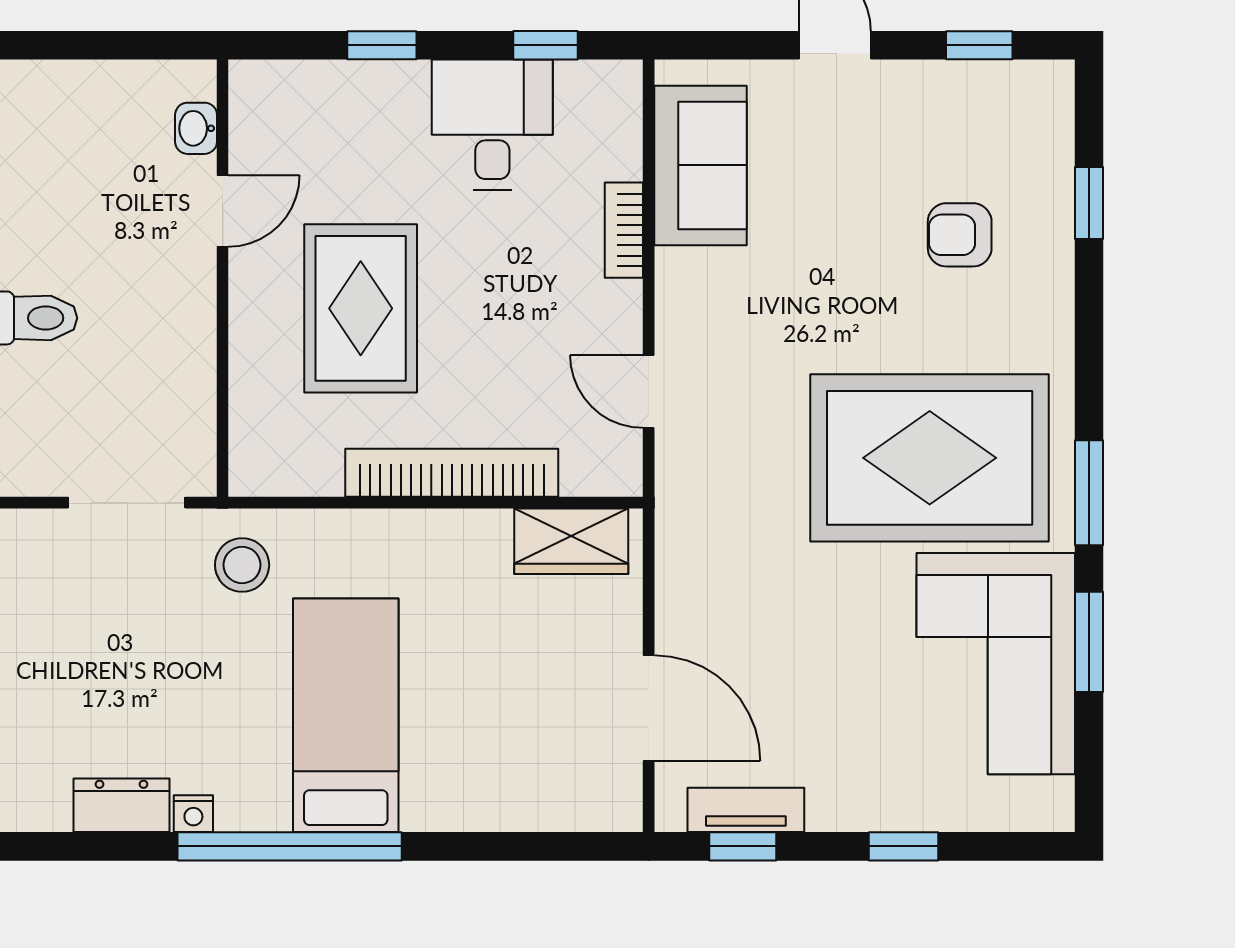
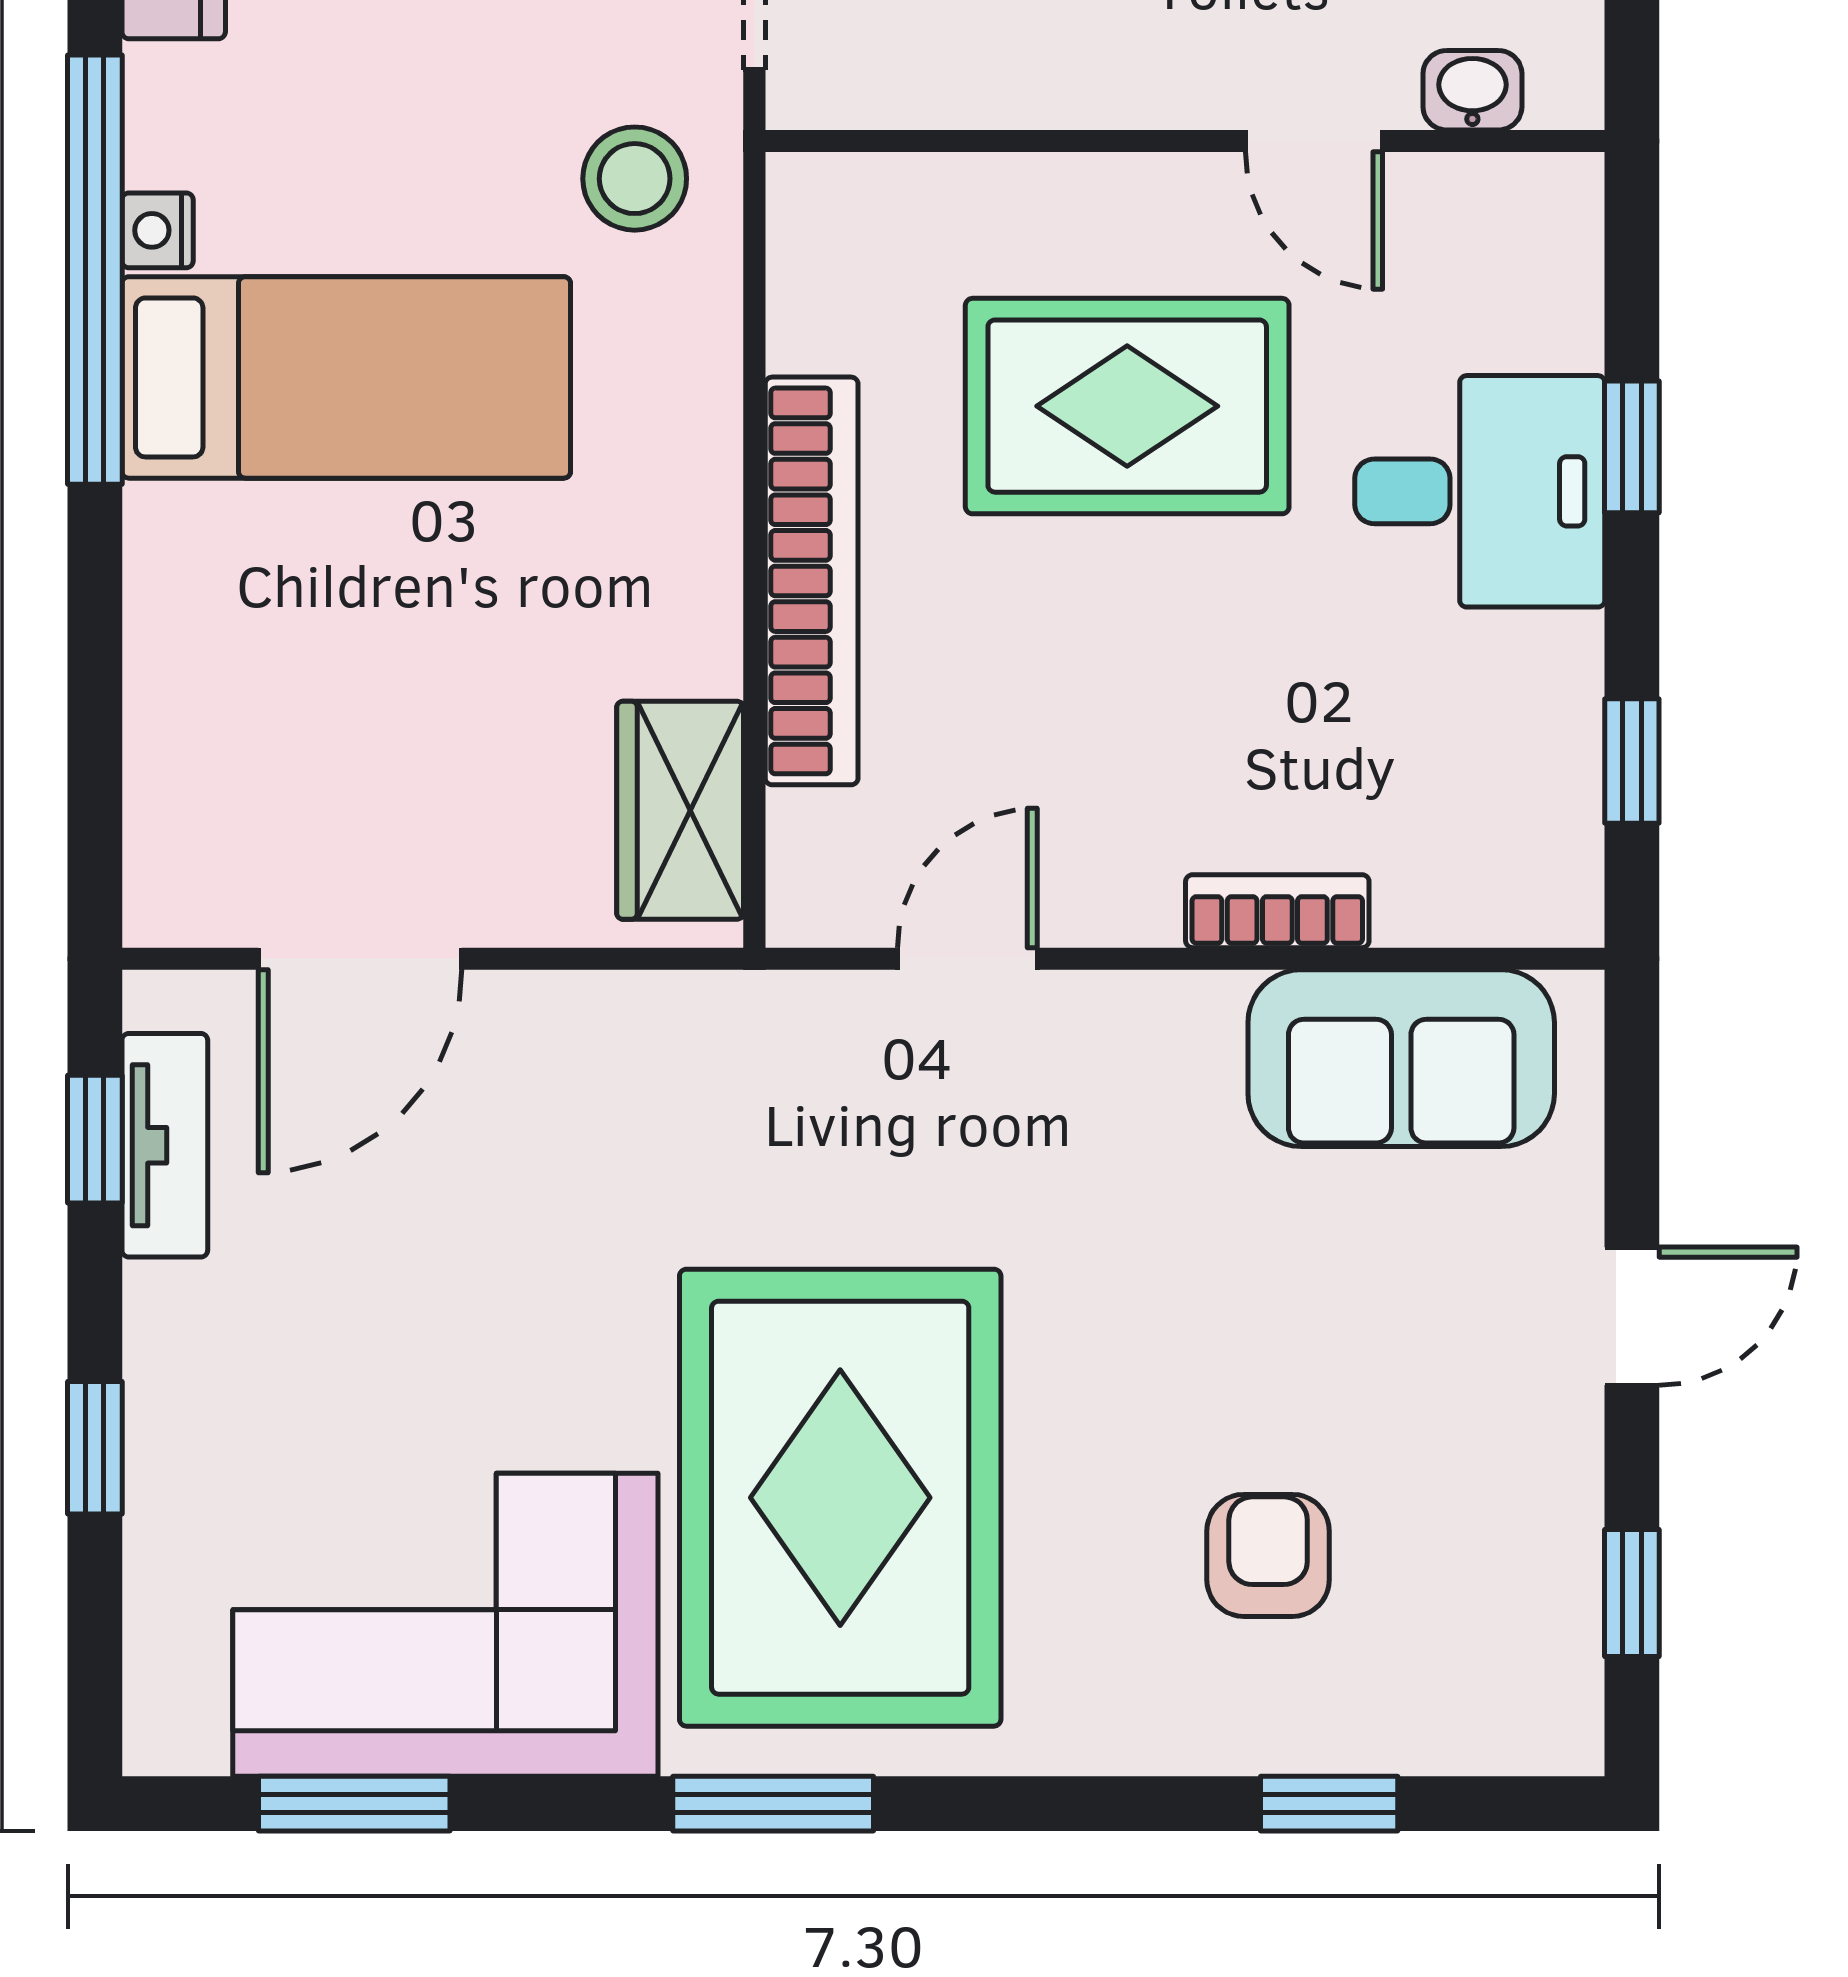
desk: (492, 125) -> (1480, 491), moved
window: (1089, 642) -> (354, 1804), moved
nightstand: (193, 814) -> (158, 230), moved

